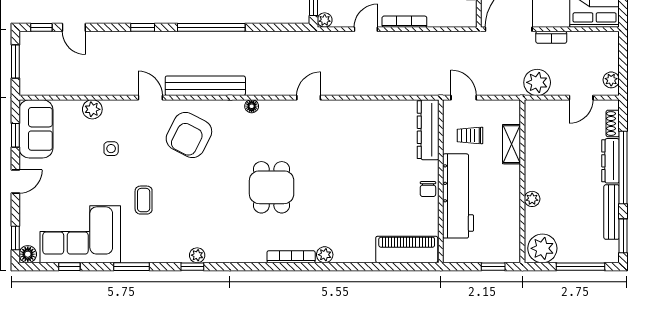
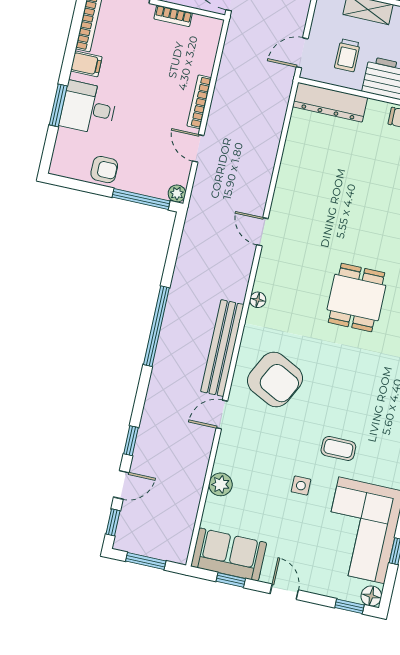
window: (143, 27) -> (131, 441), moved
side table: (111, 149) -> (301, 486), moved
dining table: (272, 187) -> (356, 298), turned 90

